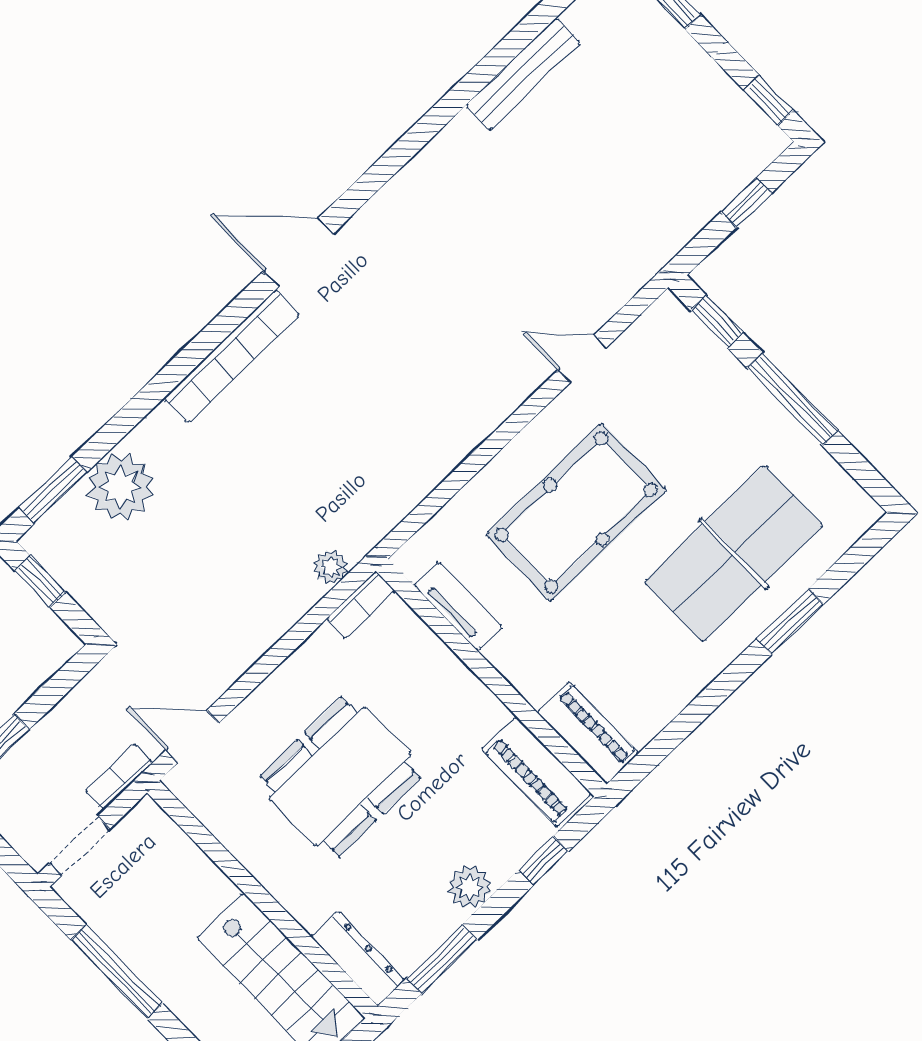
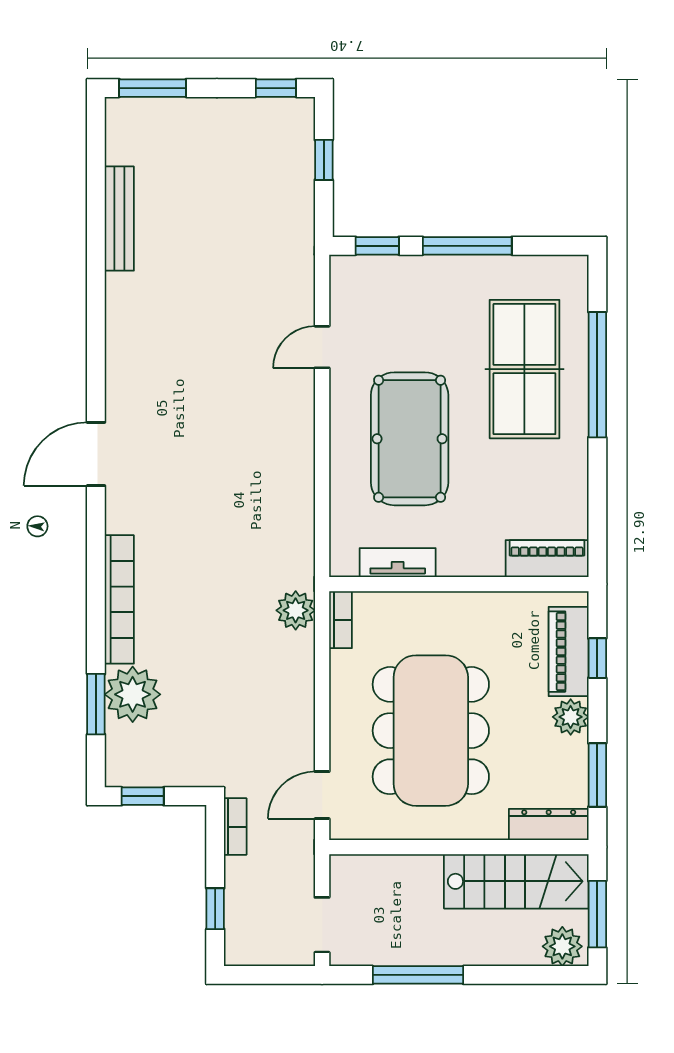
bookcase: (232, 356) -> (119, 599), moved
window: (53, 490) -> (96, 704), moved
plant: (331, 567) -> (296, 610), width x1.38, depth x1.38
window: (790, 622) -> (597, 375), width x2.11
piano: (536, 771) -> (569, 652), moved, turned 90
bookcase: (119, 777) -> (235, 827), moved, turned 180
dining table: (340, 777) -> (431, 731), width x1.36, depth x1.24

